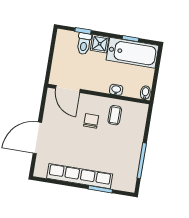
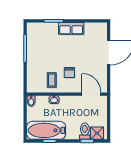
shower: (100, 44) -> (97, 133), moved
row of seats: (80, 176) -> (71, 28), width x0.50

